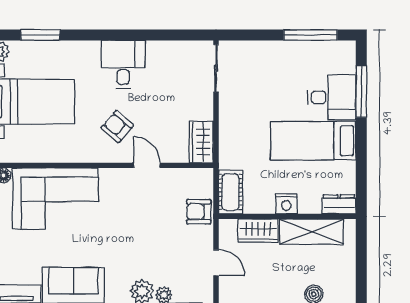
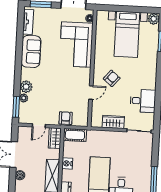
desk: (123, 64) -> (143, 101), moved
wardrobe: (201, 142) -> (113, 122), moved
wardrobe: (258, 231) -> (55, 138), moved

